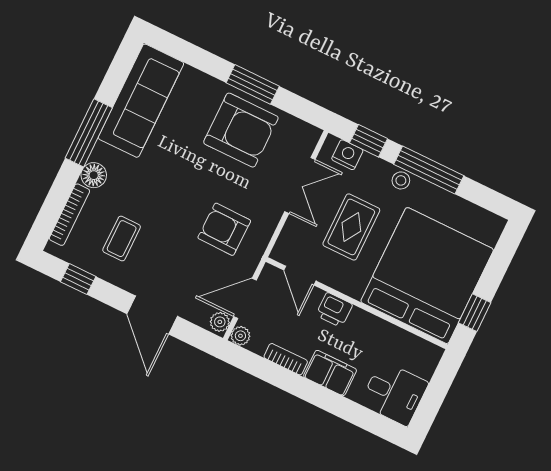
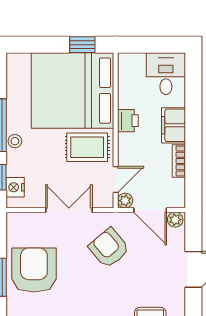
double door: (300, 186) -> (69, 210), moved
rug: (351, 227) -> (87, 147), moved
armchair: (224, 229) -> (109, 248), turned 139
printer: (334, 310) -> (128, 121), moved
plant: (240, 336) -> (125, 201), moved

